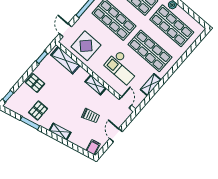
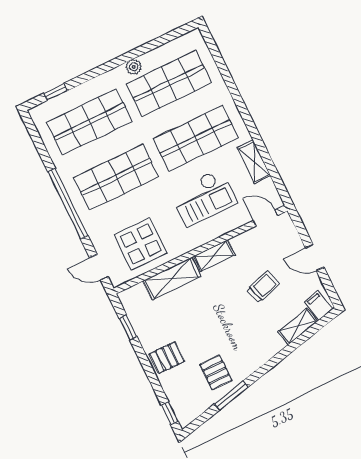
shelving: (65, 60) -> (172, 279), moved
shelving: (60, 132) -> (298, 326), moved

